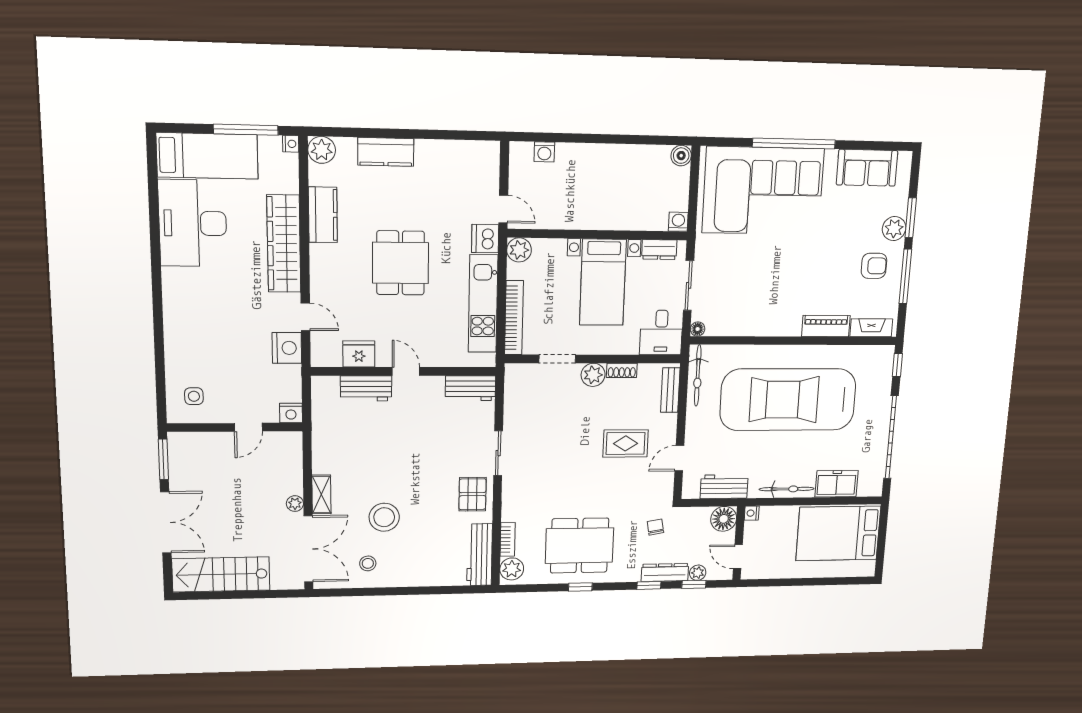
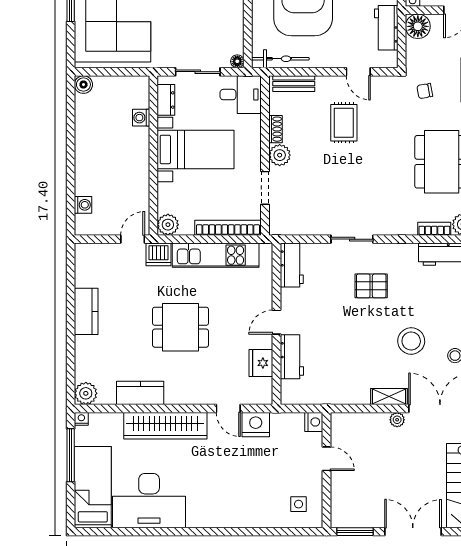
kitchen counter: (386, 152) -> (86, 311), moved
washing machine: (678, 222) -> (141, 118), moved
door: (305, 317) -> (228, 408), swing flipped
pallet: (473, 494) -> (371, 286), moved

